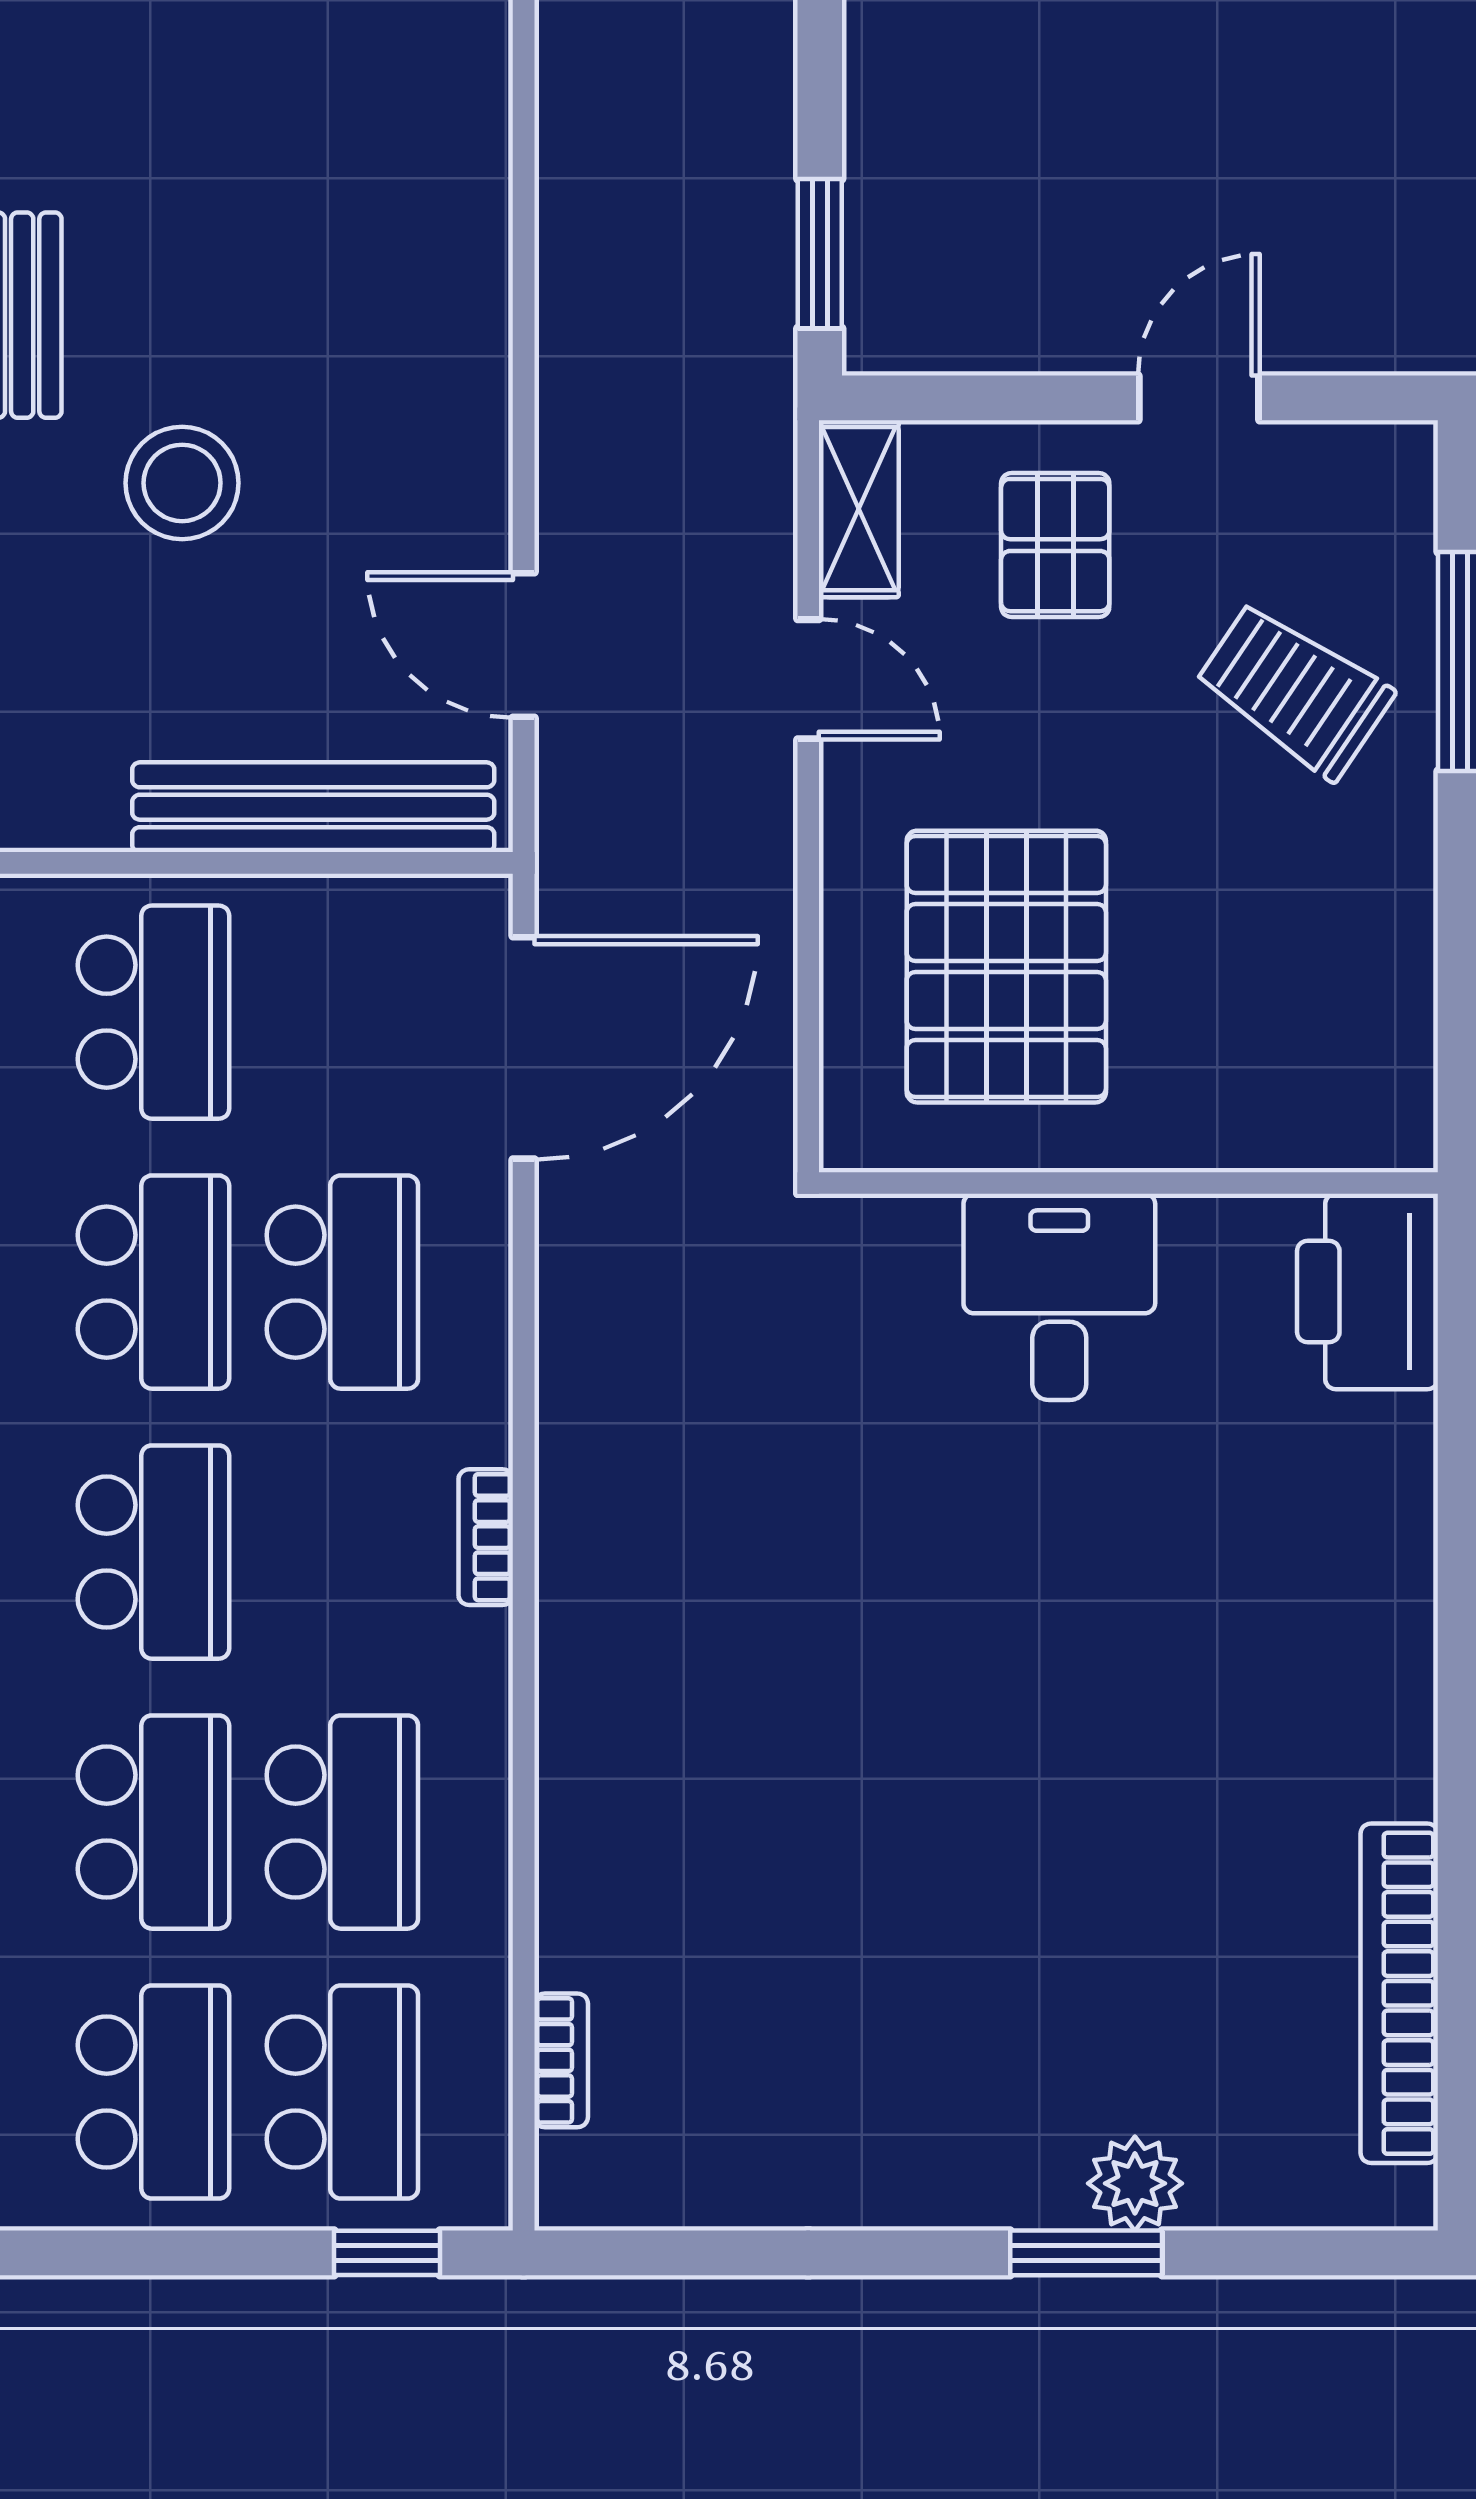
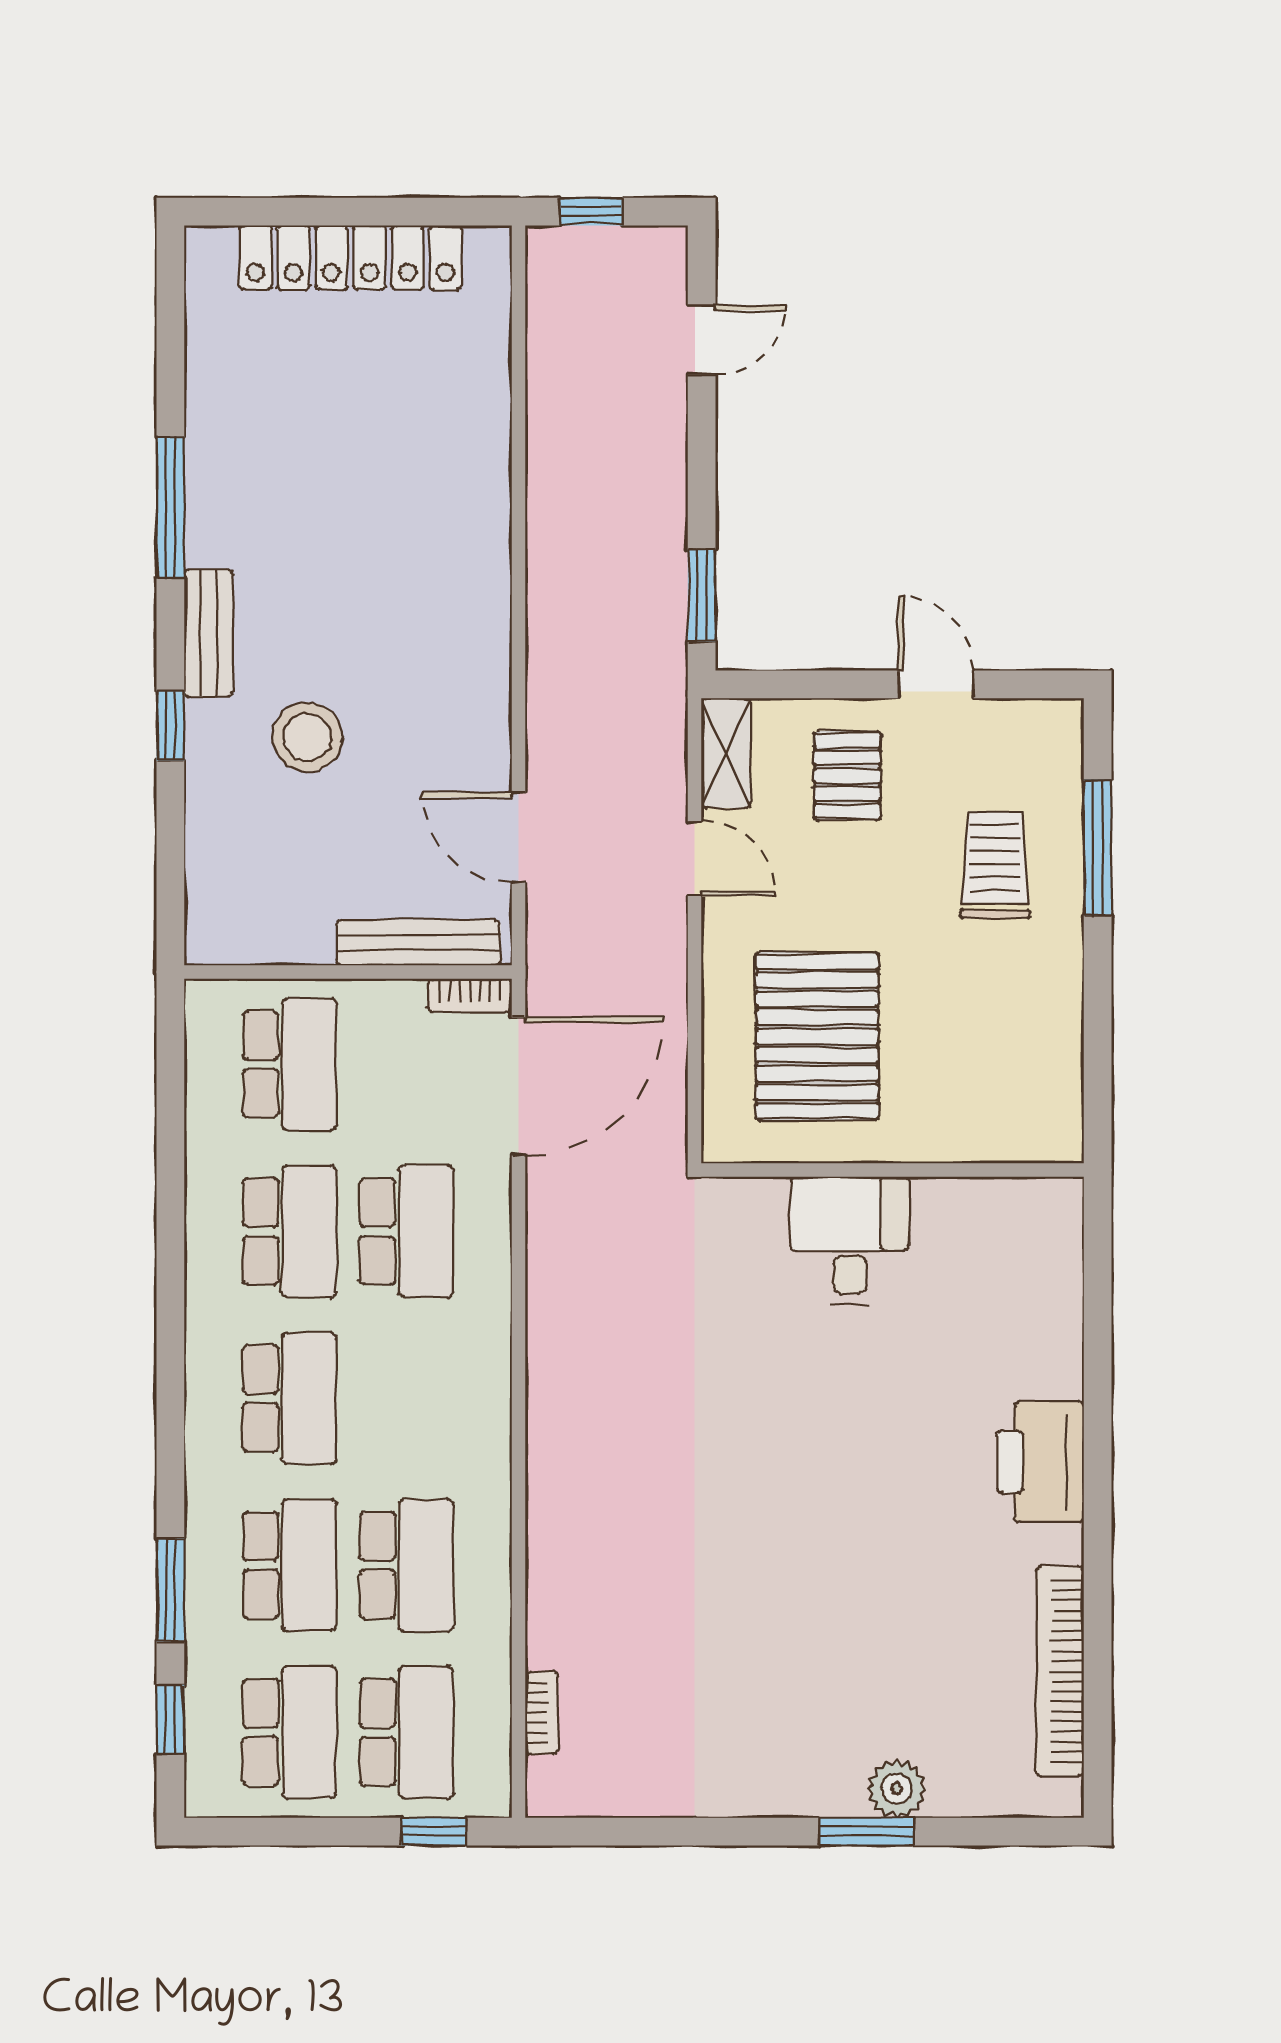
door: (1199, 398) -> (936, 684), hinge flipped
trolley: (1294, 690) -> (995, 865), turned 56
bench: (313, 807) -> (418, 943), width x0.73, depth x0.82
printer: (1367, 1292) -> (1040, 1462), moved
bookcase: (486, 1537) -> (470, 995), moved, turned -90

